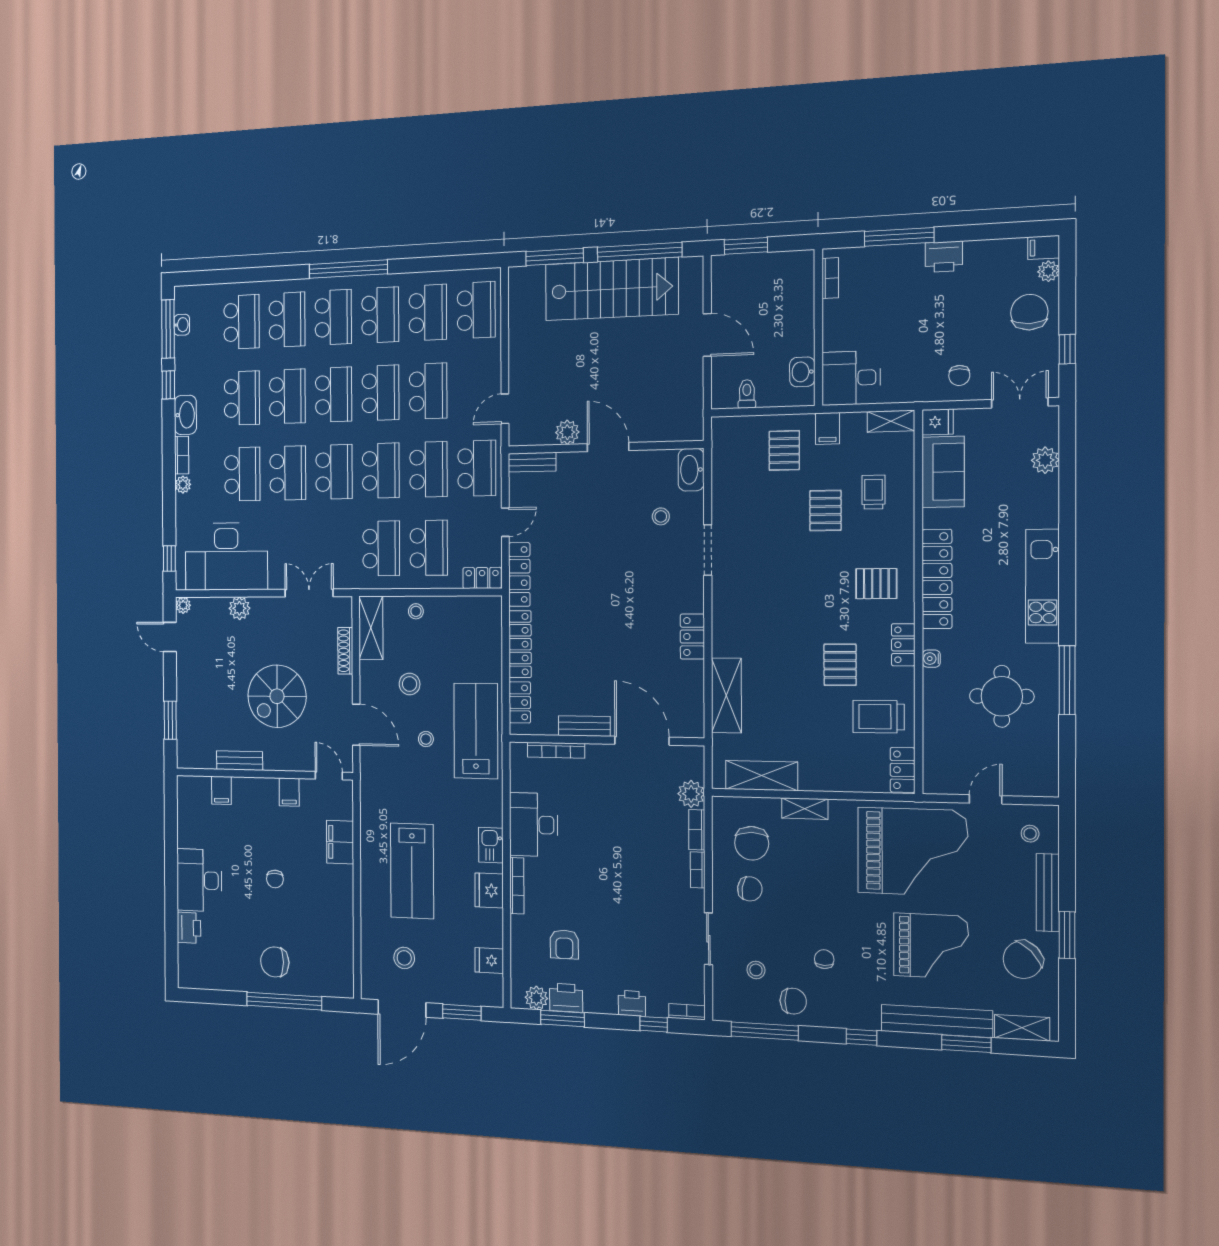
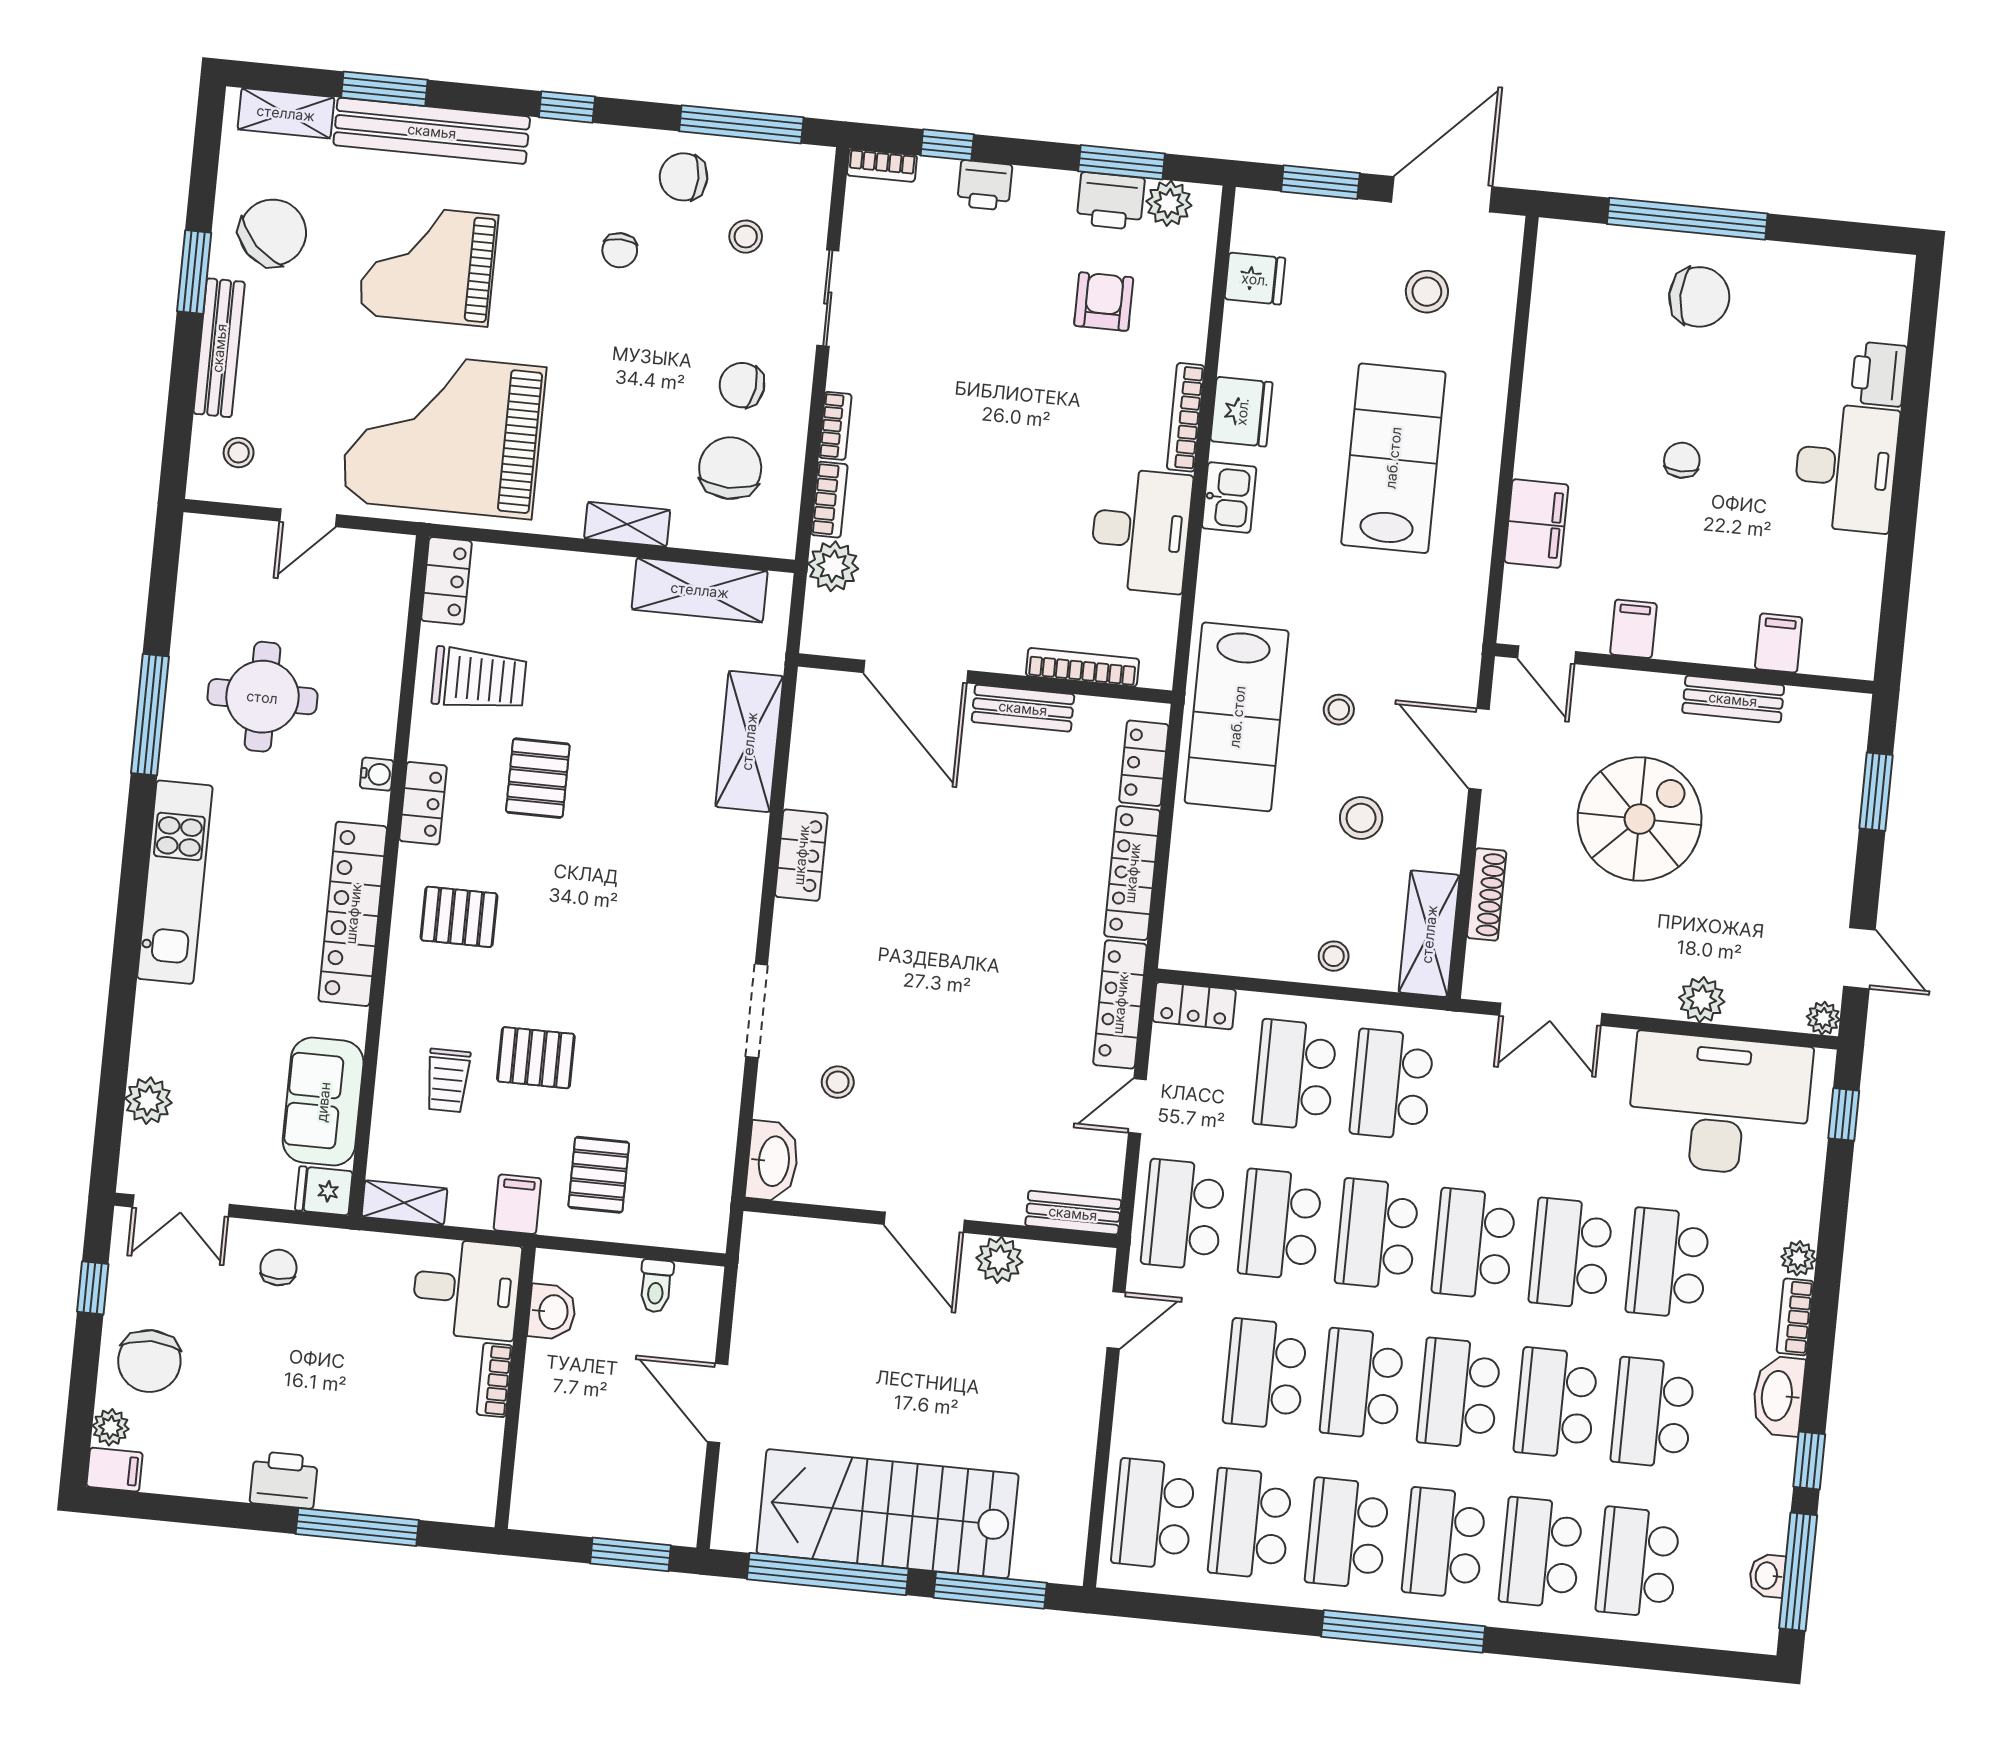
bookcase: (830, 278) -> (495, 1380), moved
pallet: (825, 510) -> (536, 1058), turned 90

